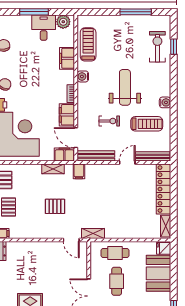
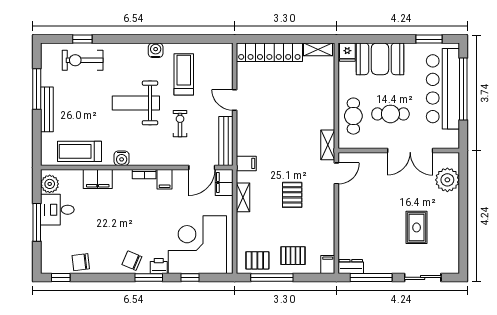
filing cabinet: (67, 115) -> (165, 179), width x0.50
bench: (153, 156) -> (47, 109), moved

